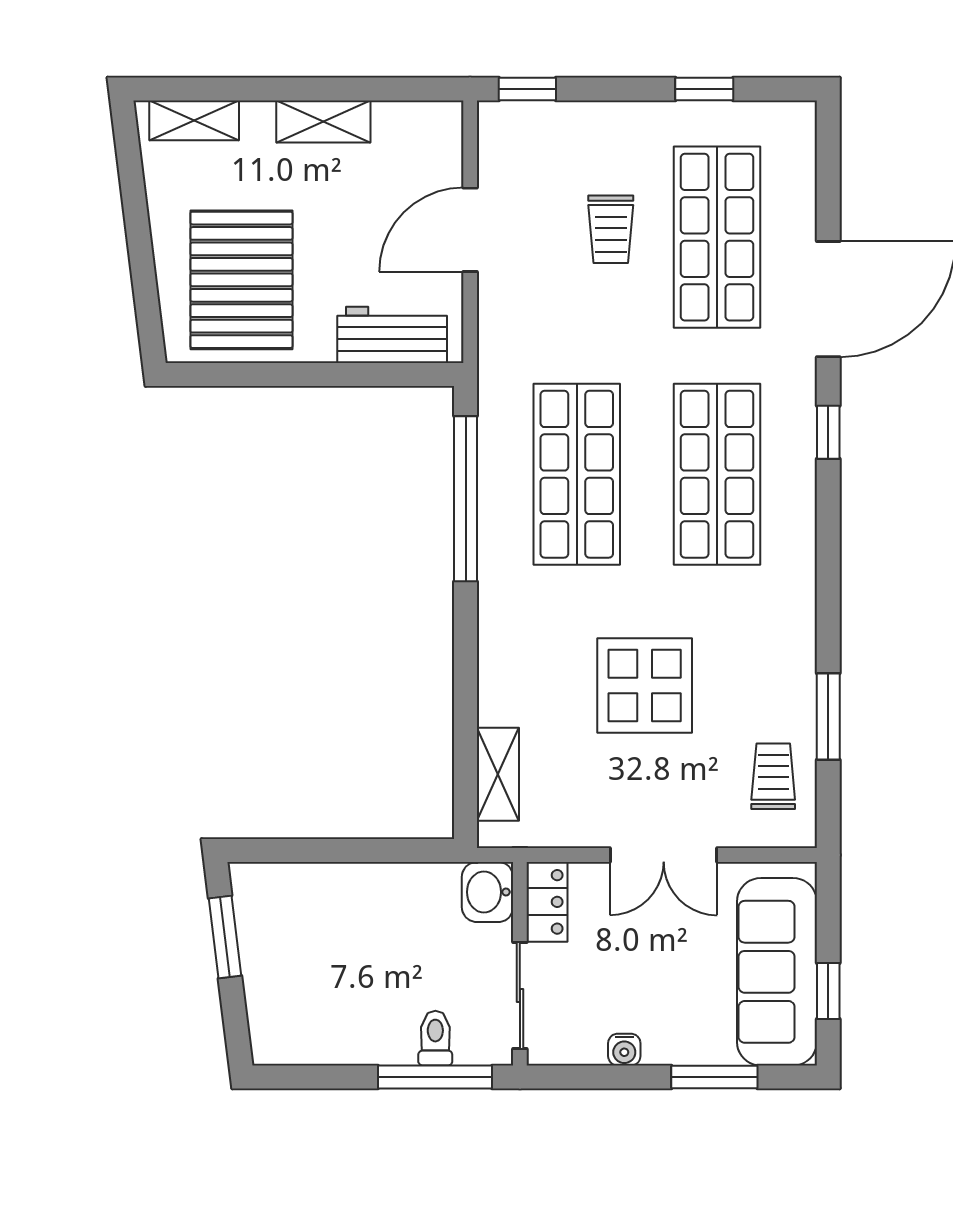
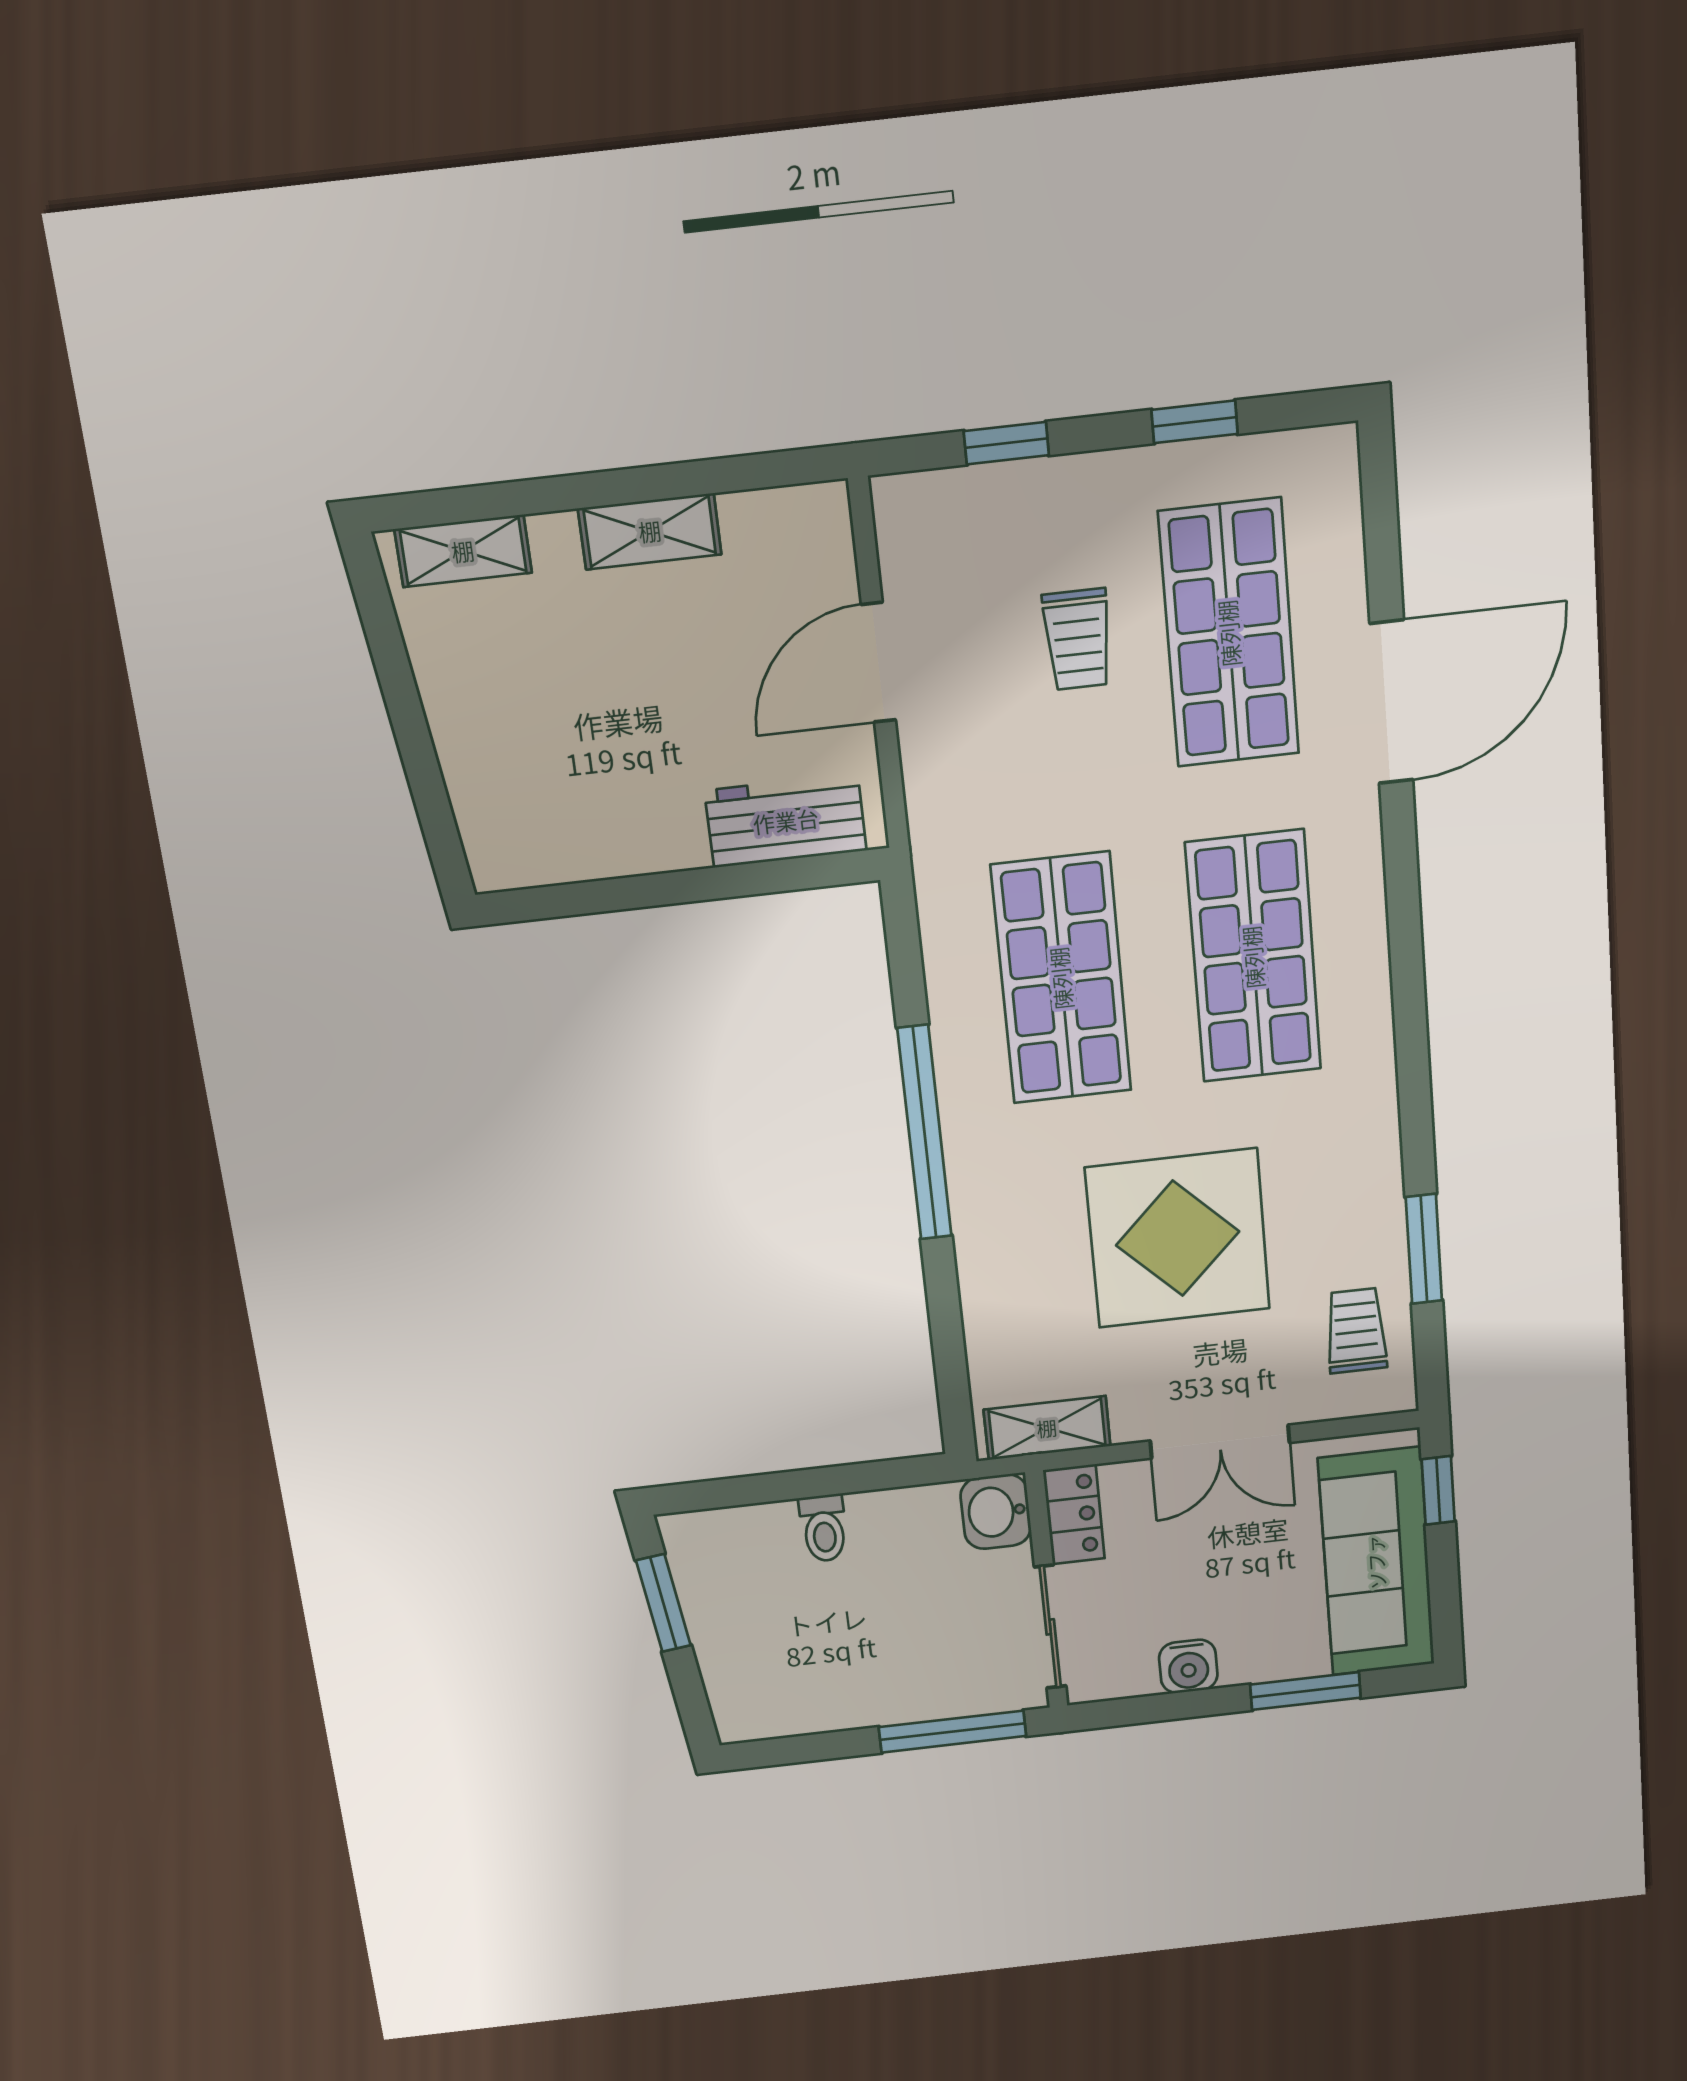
window: (527, 89) -> (1006, 443), moved
pallet: (241, 280) -> (564, 769), removed
window: (828, 432) -> (1402, 884), removed
window: (466, 499) -> (925, 1133), moved
display table: (645, 685) -> (1178, 1238), width x1.36, depth x1.36
shelving: (498, 774) -> (1047, 1428), moved, turned 90
window: (828, 991) -> (1438, 1490), moved
toilet: (435, 1038) -> (824, 1528), moved, turned 180
water cooler: (624, 1050) -> (1188, 1666), width x1.38, depth x1.38

